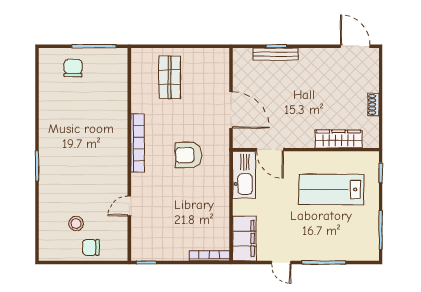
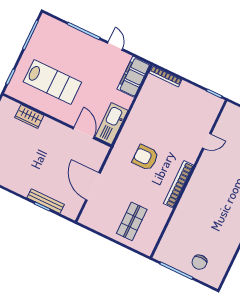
door: (231, 110) -> (93, 186), moved
wardrobe: (339, 139) -> (29, 117), width x0.67
armchair: (188, 155) -> (145, 158), turned 180

